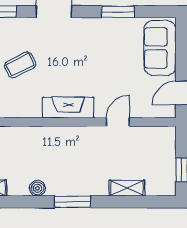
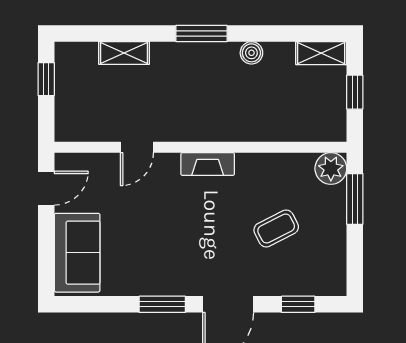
window: (118, 12) -> (162, 304), moved
fireplace: (68, 108) -> (208, 164), width x0.73, depth x0.76

